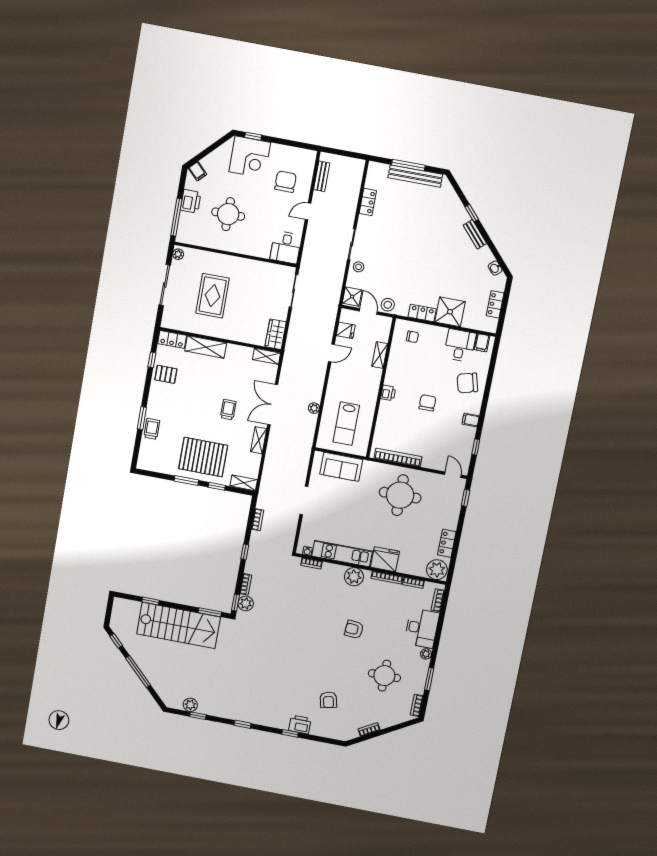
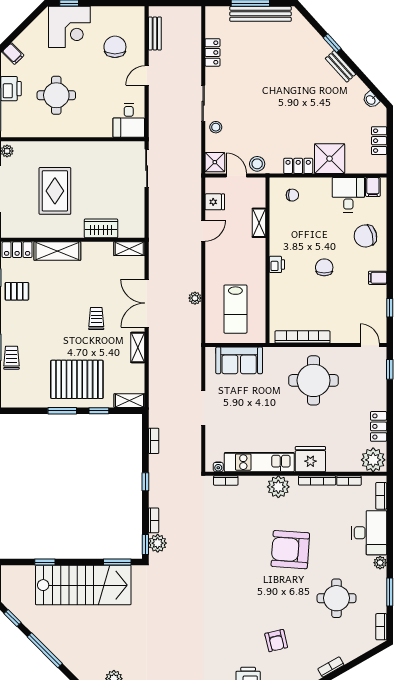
wardrobe: (276, 334) -> (101, 228), moved, turned 90
armchair: (354, 629) -> (290, 550), width x1.88, depth x1.88

